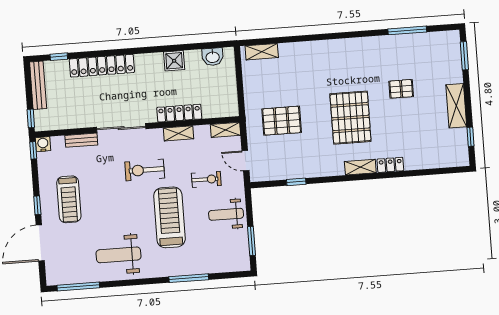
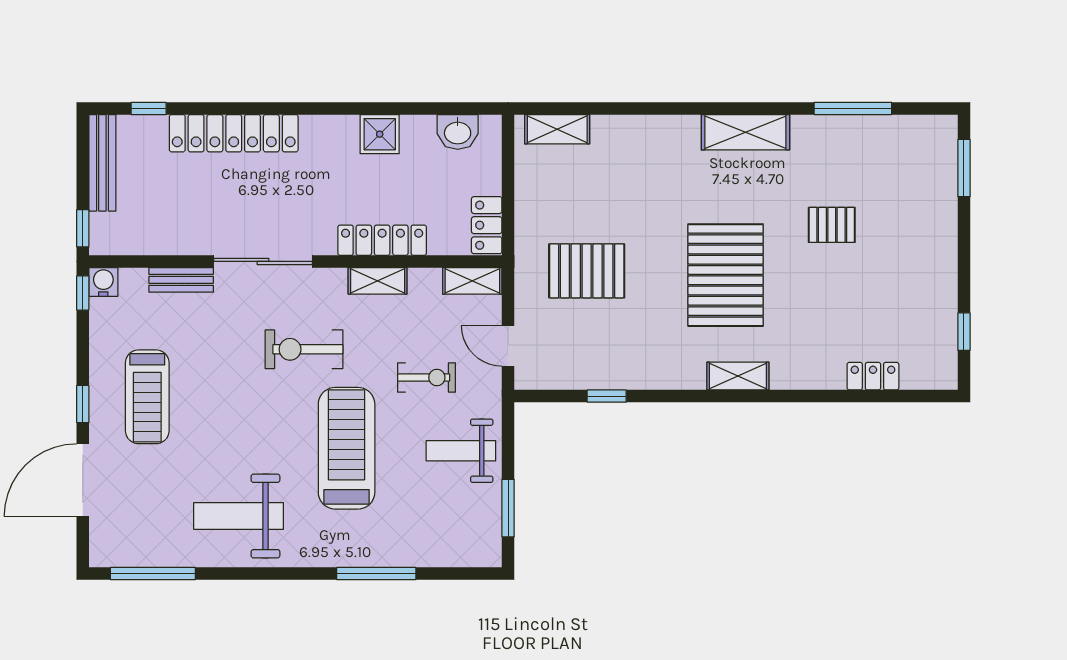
locker: (230, 102) -> (487, 225), added
shelving: (456, 106) -> (745, 132), moved, turned 90
locker: (390, 165) -> (873, 376), moved

